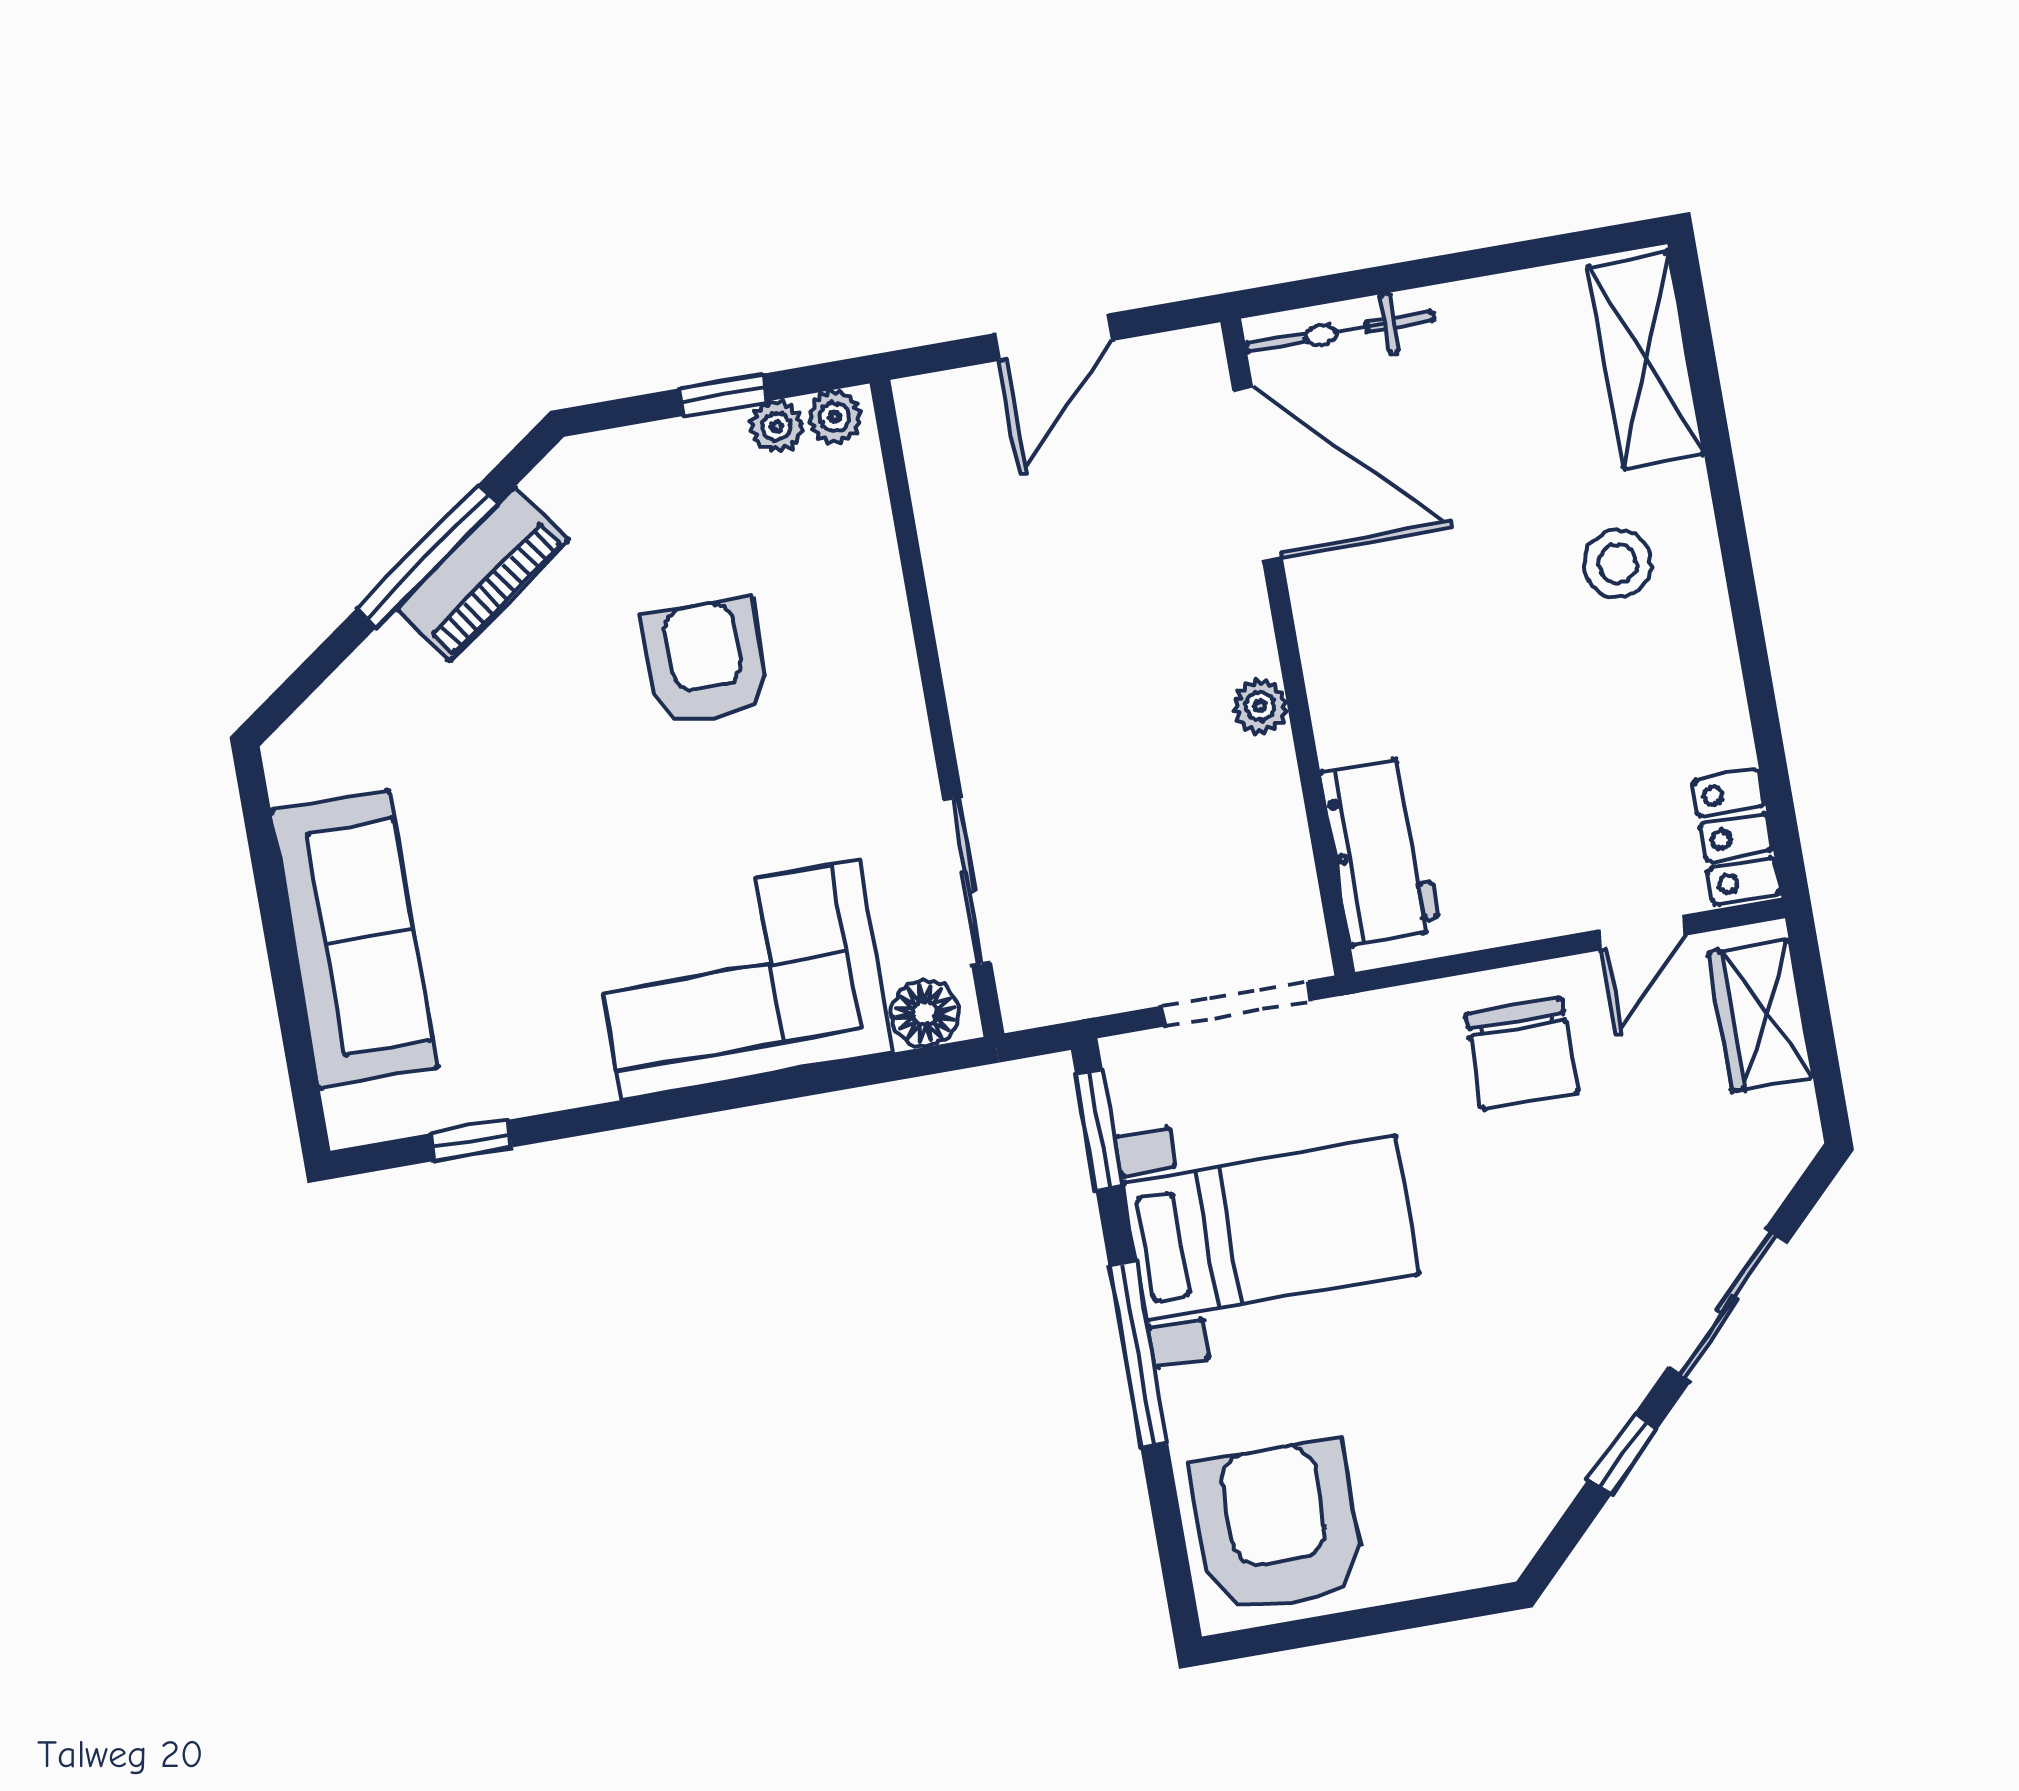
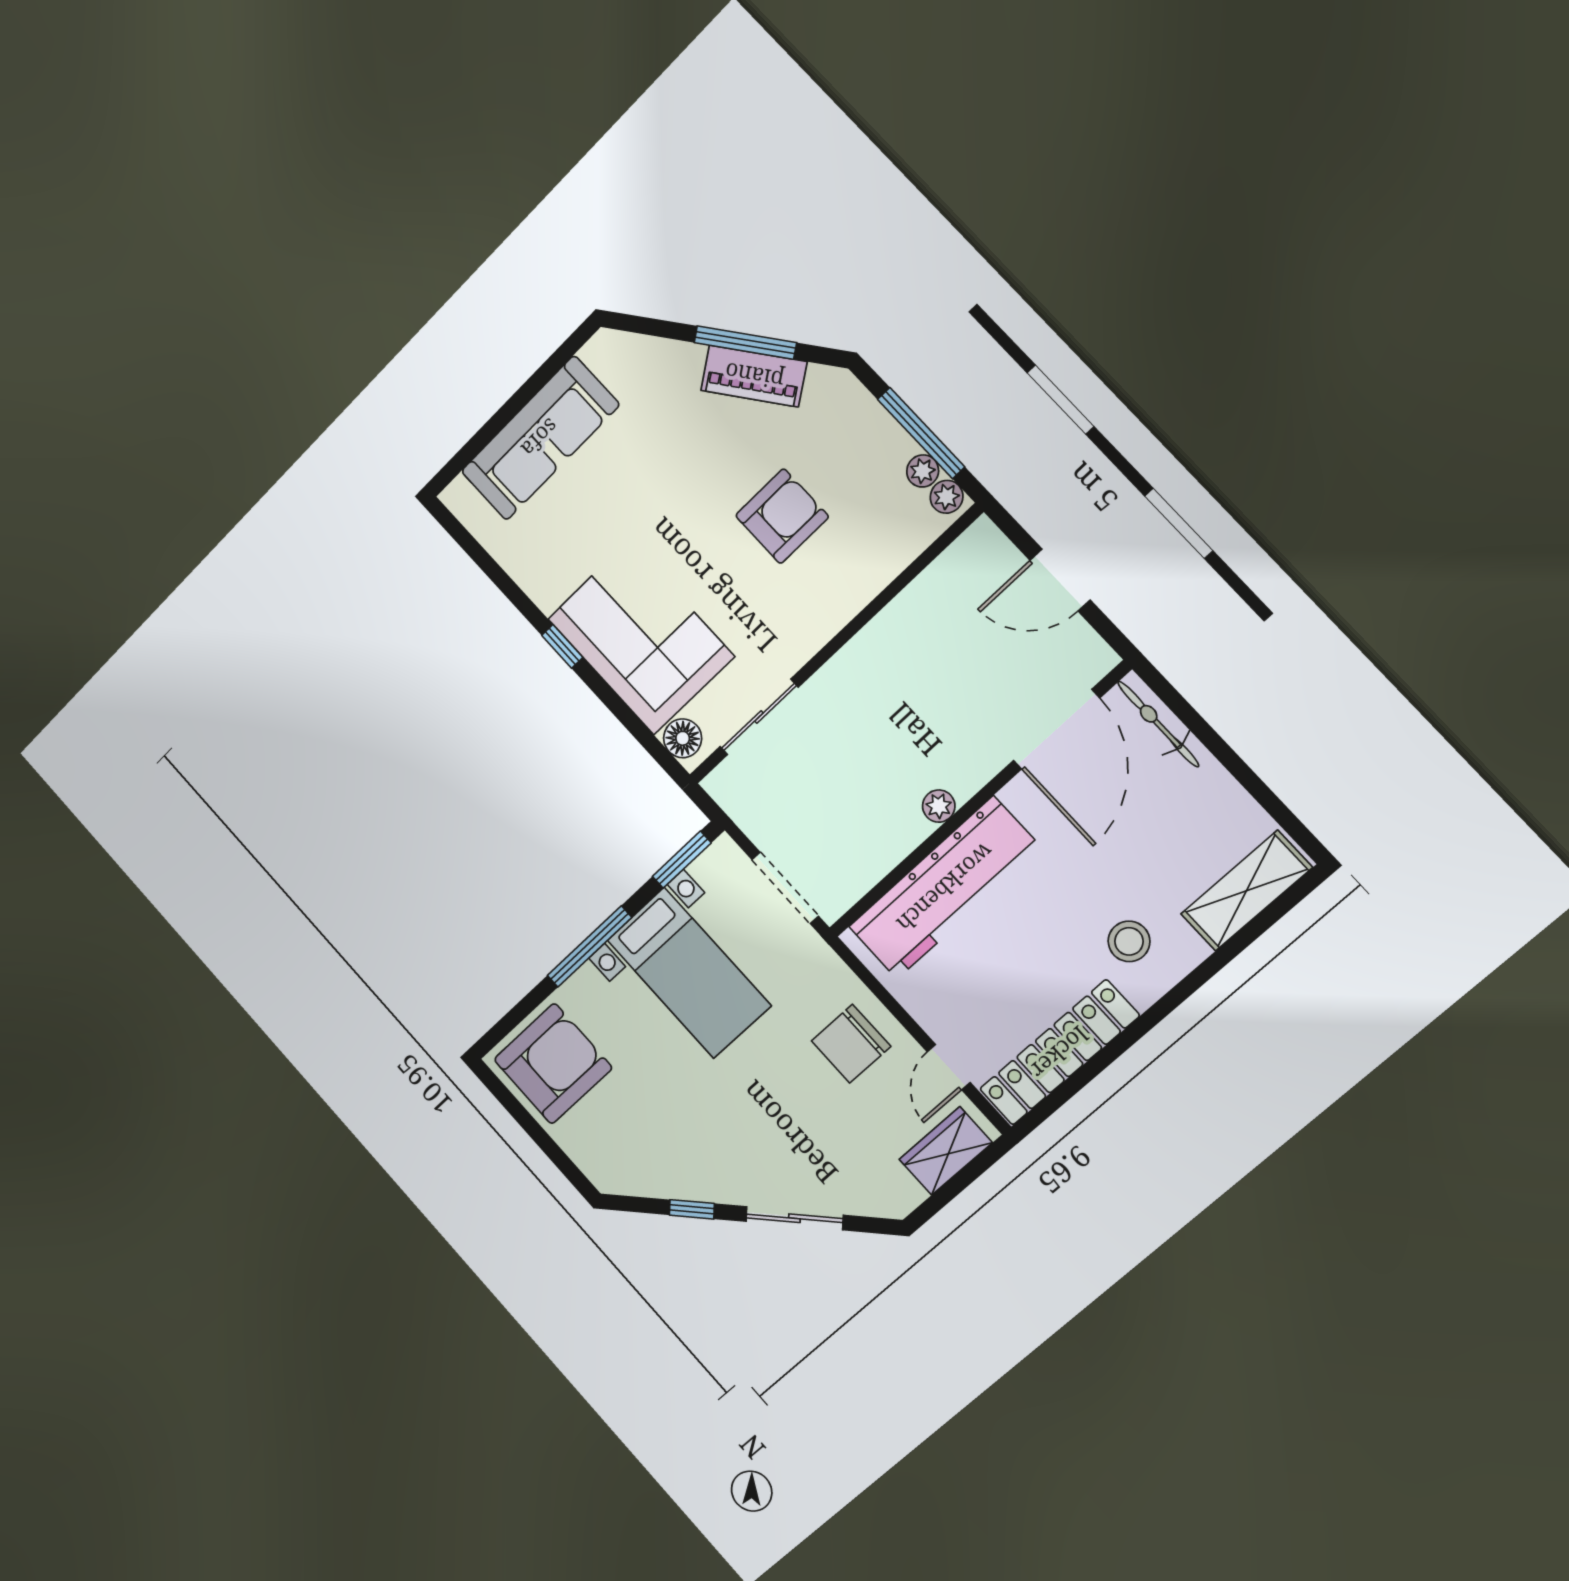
window: (723, 395) -> (921, 433), width x2.17
locker: (1736, 837) -> (1059, 1053), width x2.16, depth x1.21
workbench: (1380, 852) -> (945, 888), width x1.88, depth x1.32
door: (1642, 933) -> (949, 1067), hinge flipped
window: (471, 1140) -> (562, 646), moved

